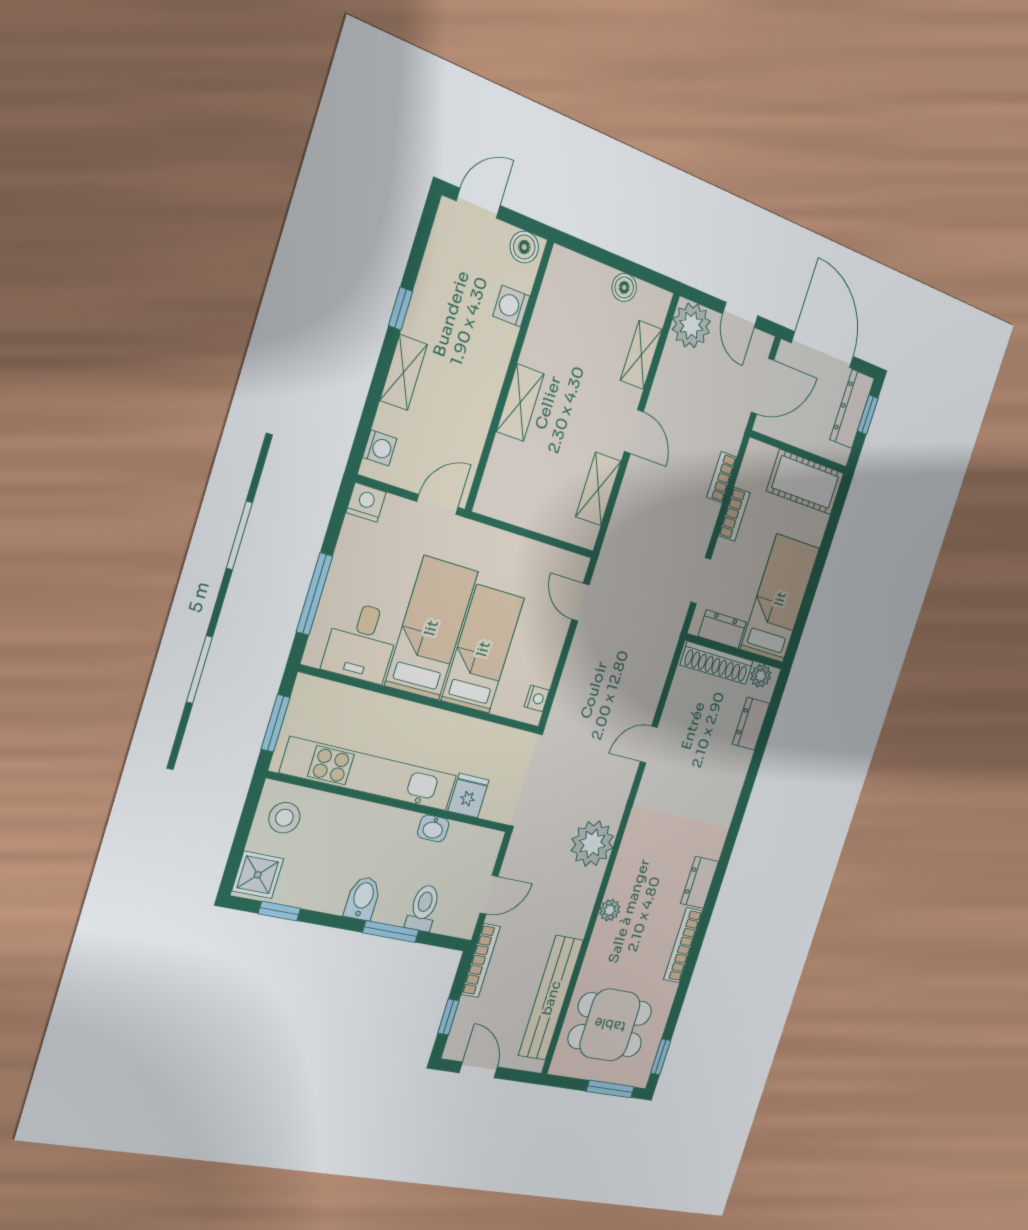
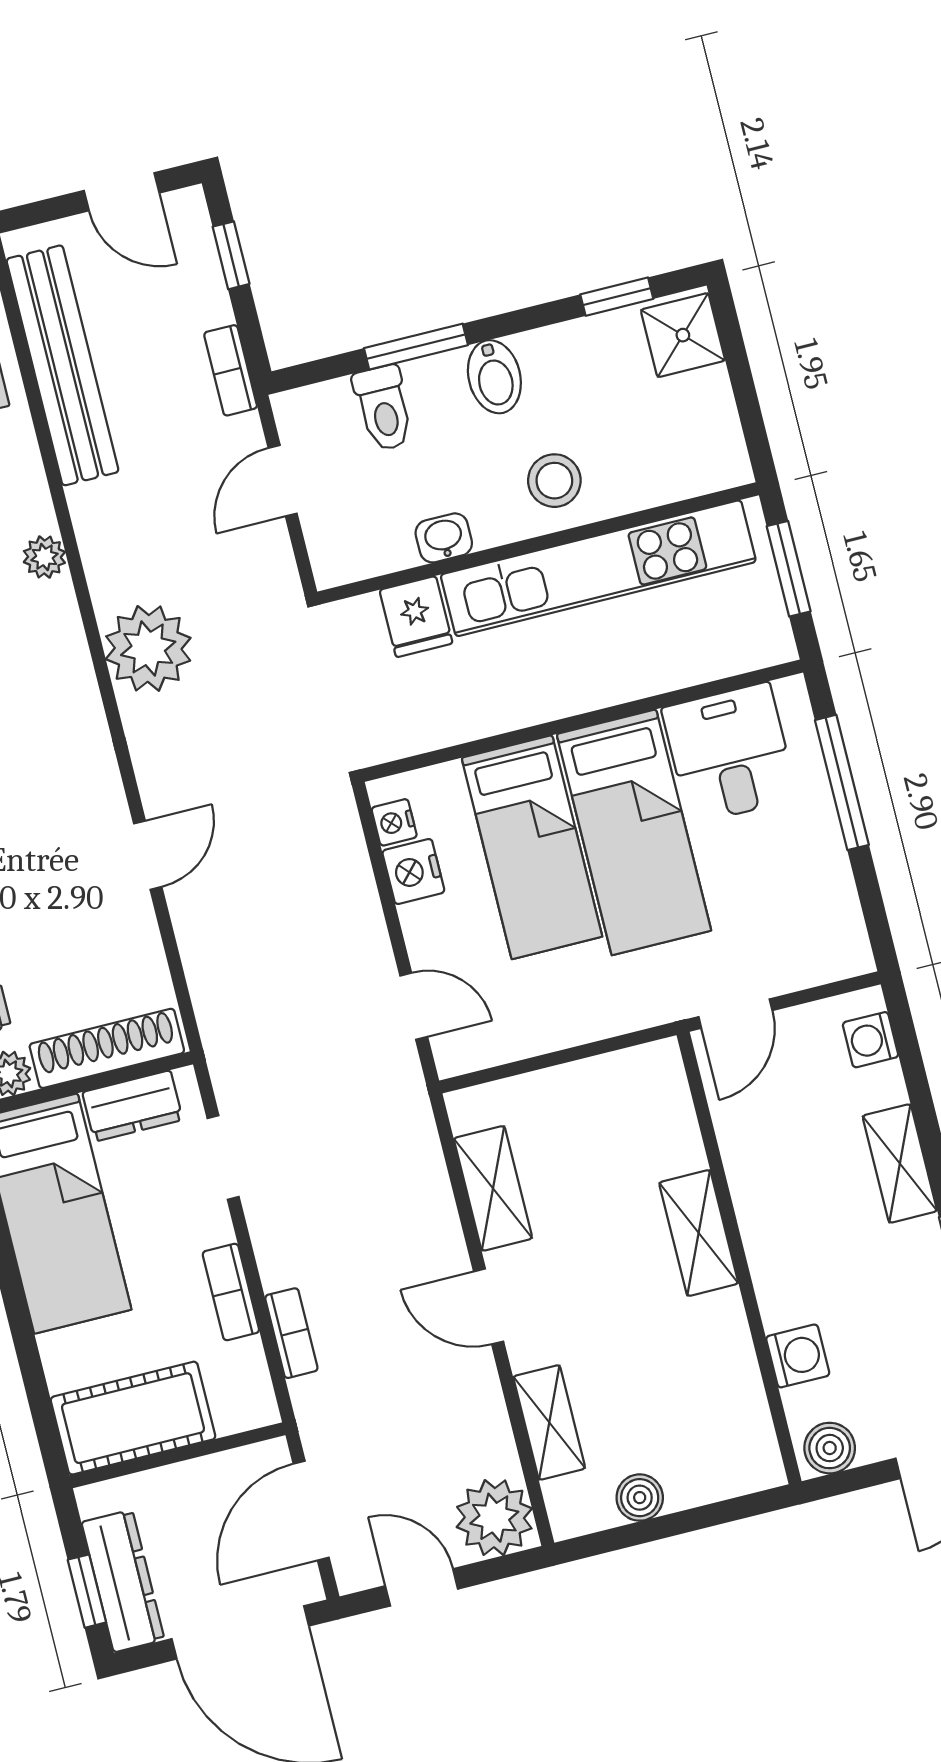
nightstand: (366, 502) -> (413, 871), moved, turned 90
stool: (284, 818) -> (554, 481), moved
bookcase: (481, 960) -> (231, 370), width x0.64

